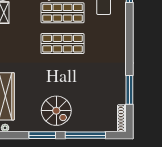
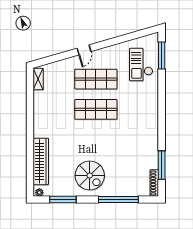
window: (129, 90) -> (162, 165), moved
window: (42, 135) -> (63, 200), moved

